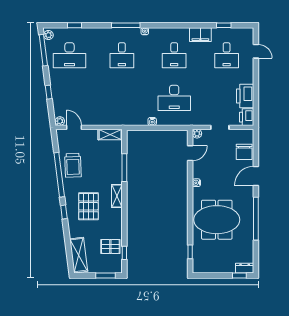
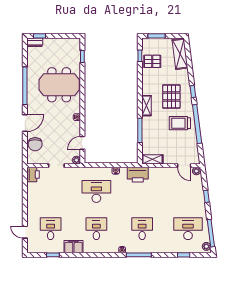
printer: (245, 96) -> (138, 175), moved, turned 90
chair: (244, 152) -> (35, 144), turned 180
trolley: (73, 165) -> (180, 123), moved, turned -88

